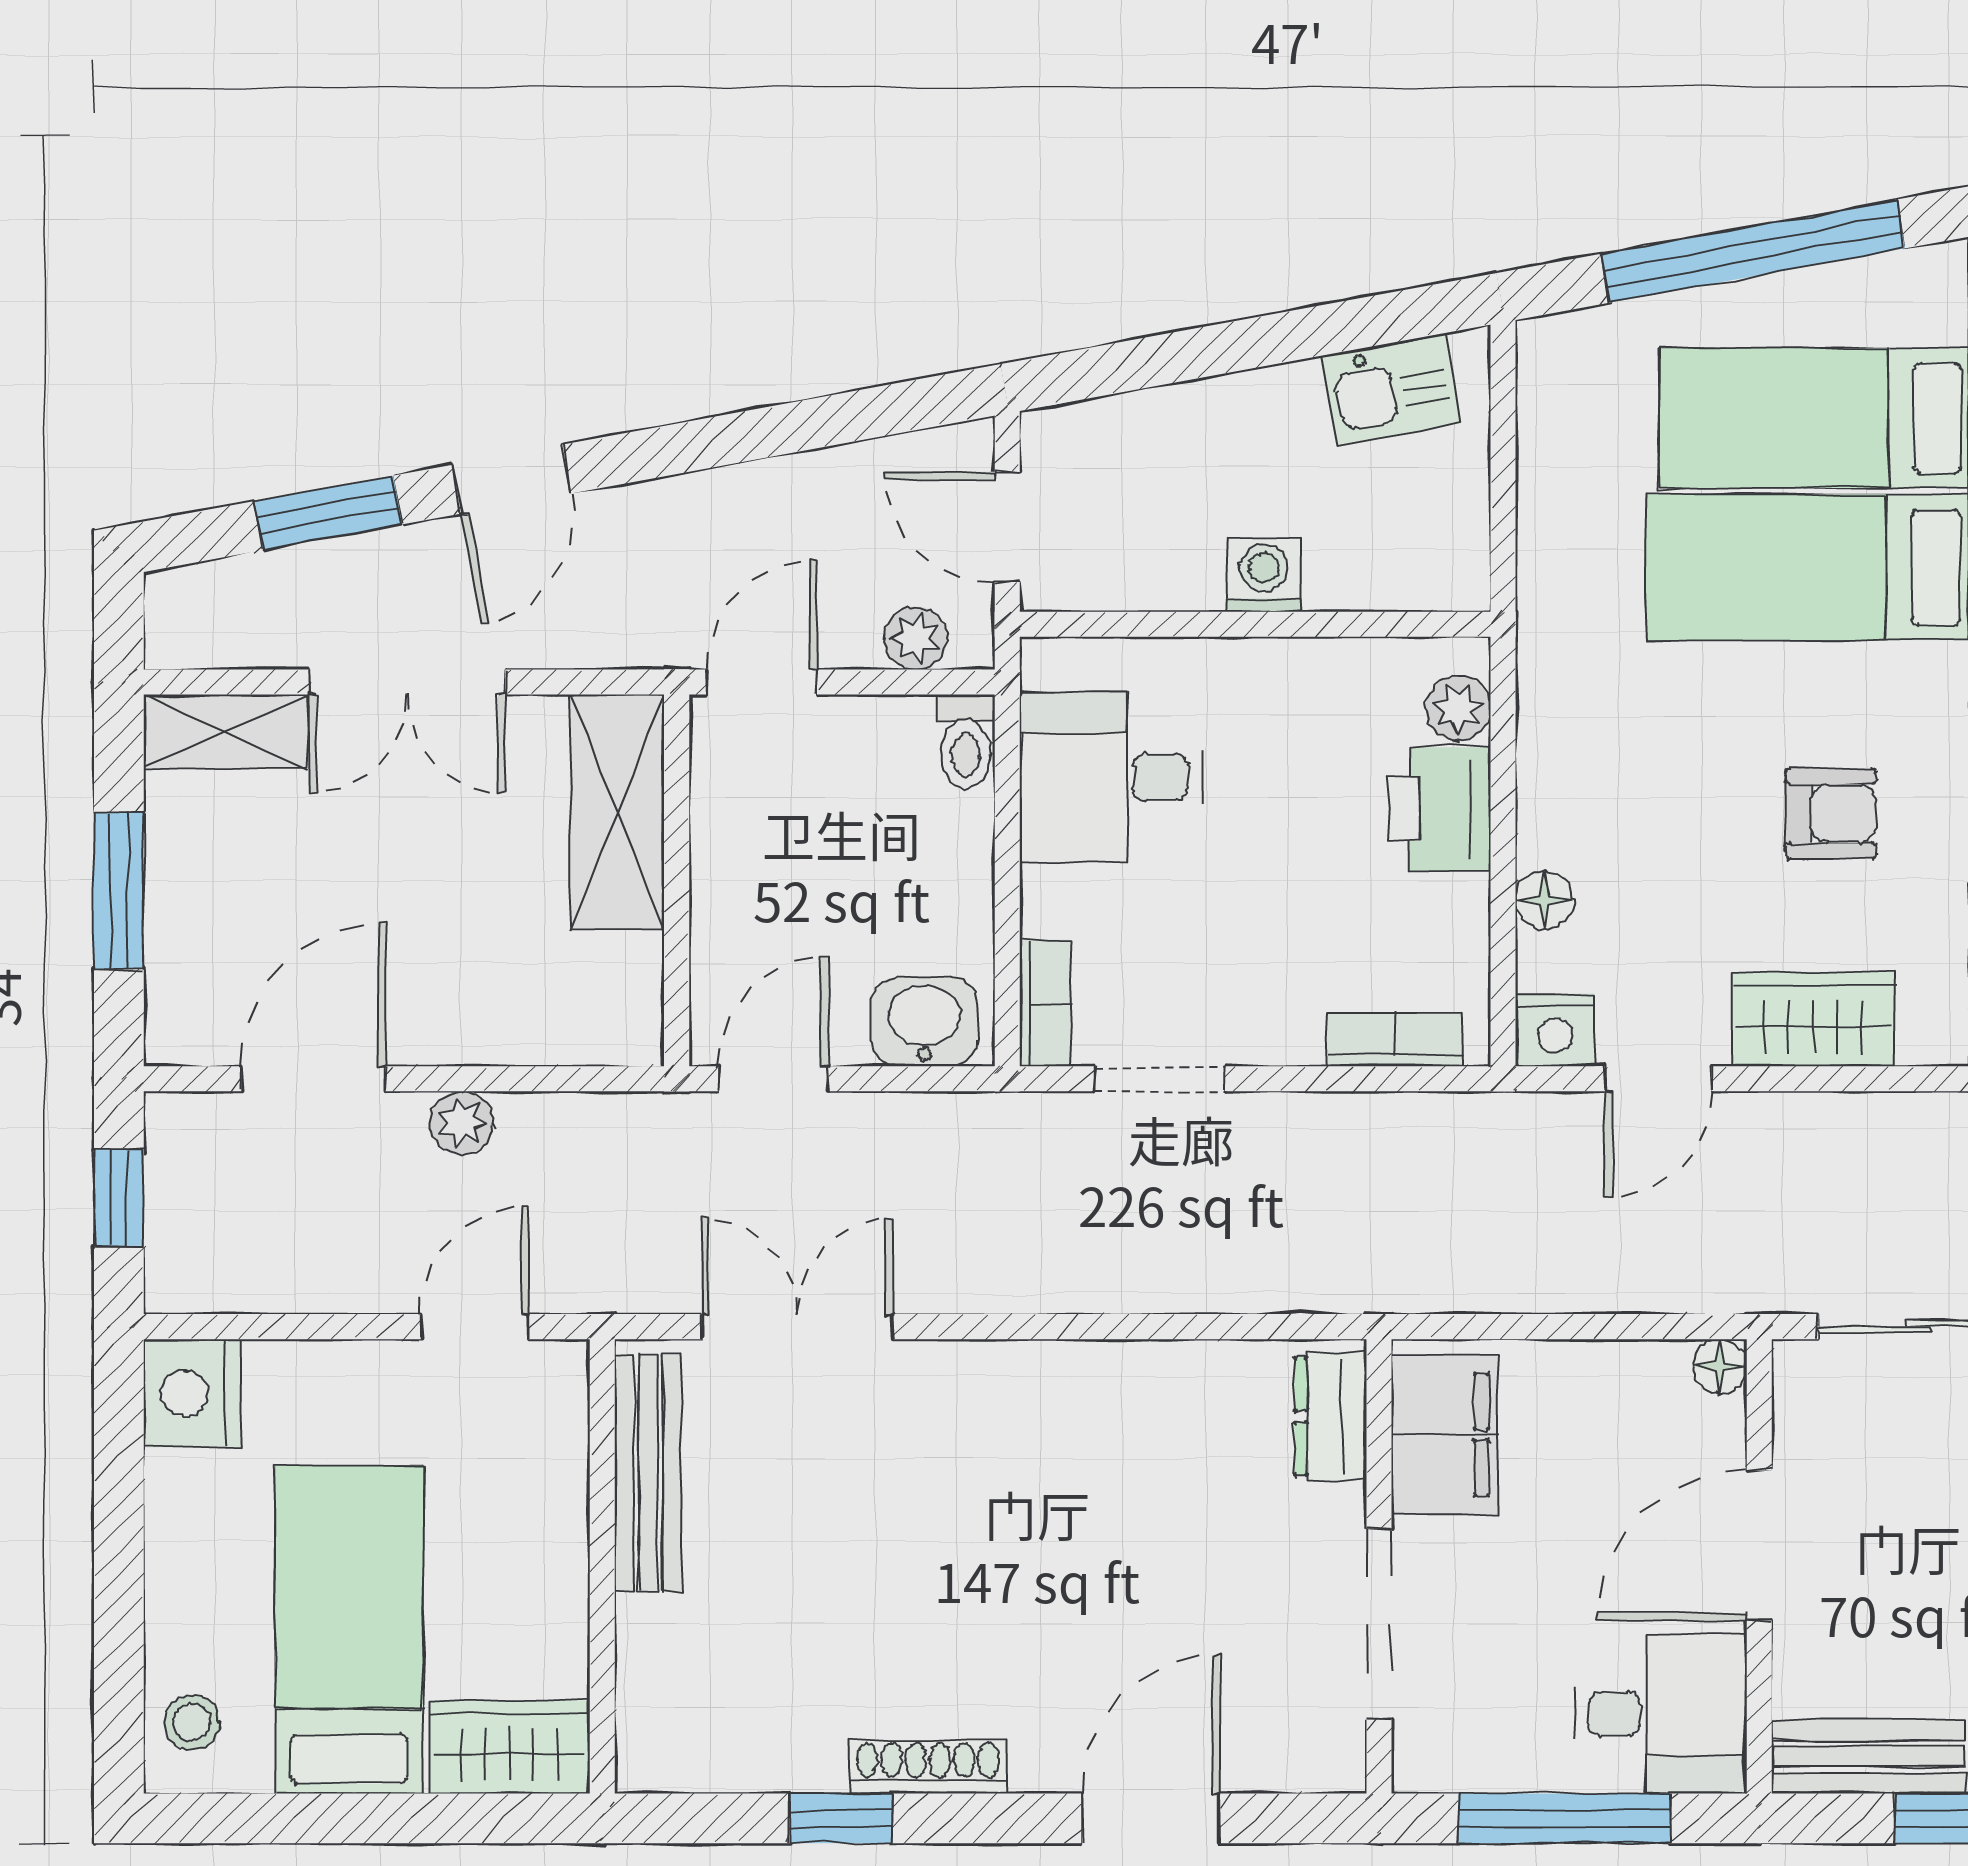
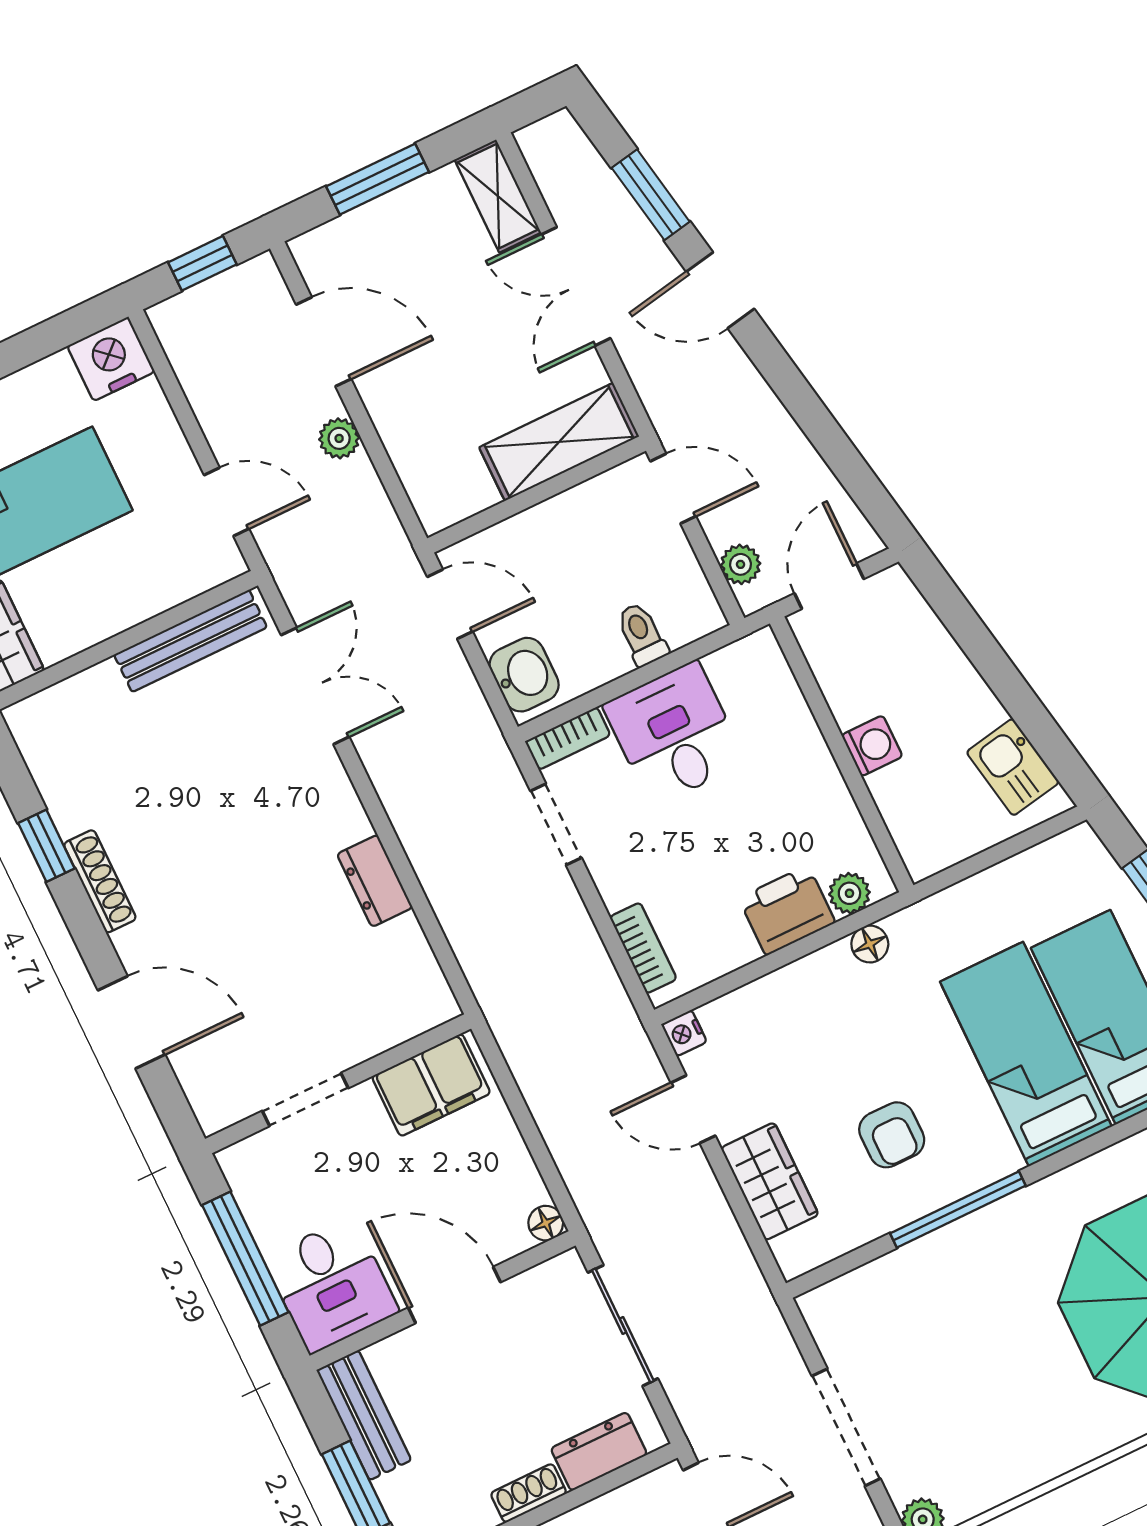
toilet: (966, 742) -> (642, 634), moved, turned 90
desk: (1111, 777) -> (674, 734), moved
floor lamp: (1544, 900) -> (870, 944), moved
nightstand: (1555, 1030) -> (684, 1033), width x0.72, depth x0.74
dresser: (1330, 1416) -> (375, 881), moved, turned -90
doorway: (1379, 1624) -> (305, 1100), width x0.73

